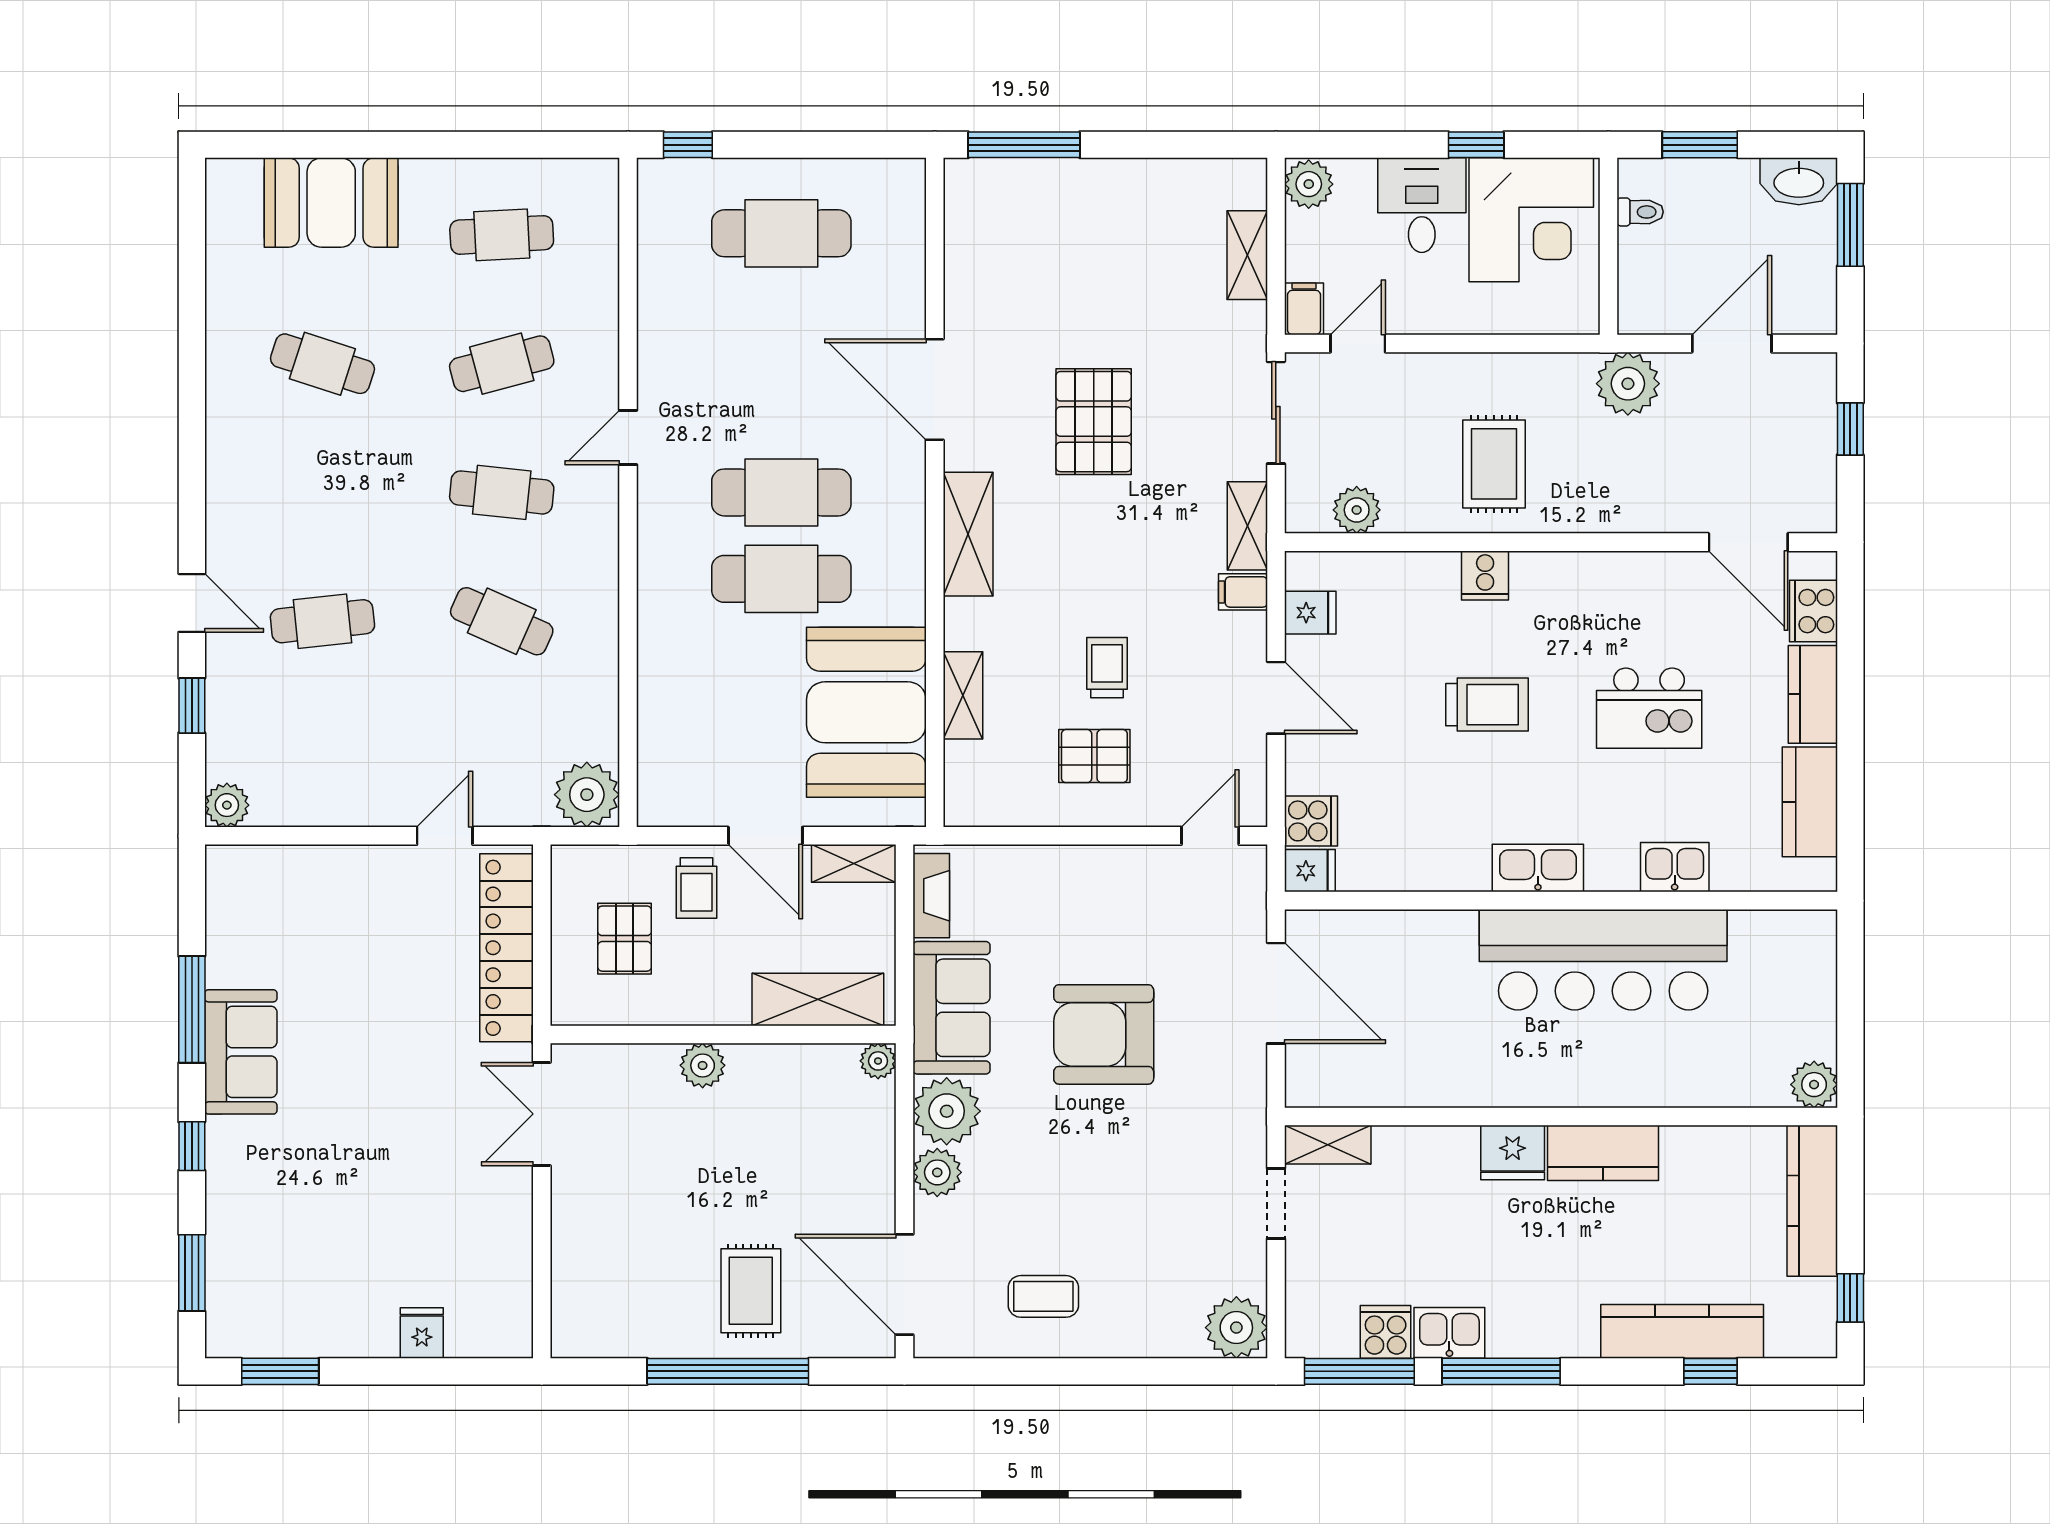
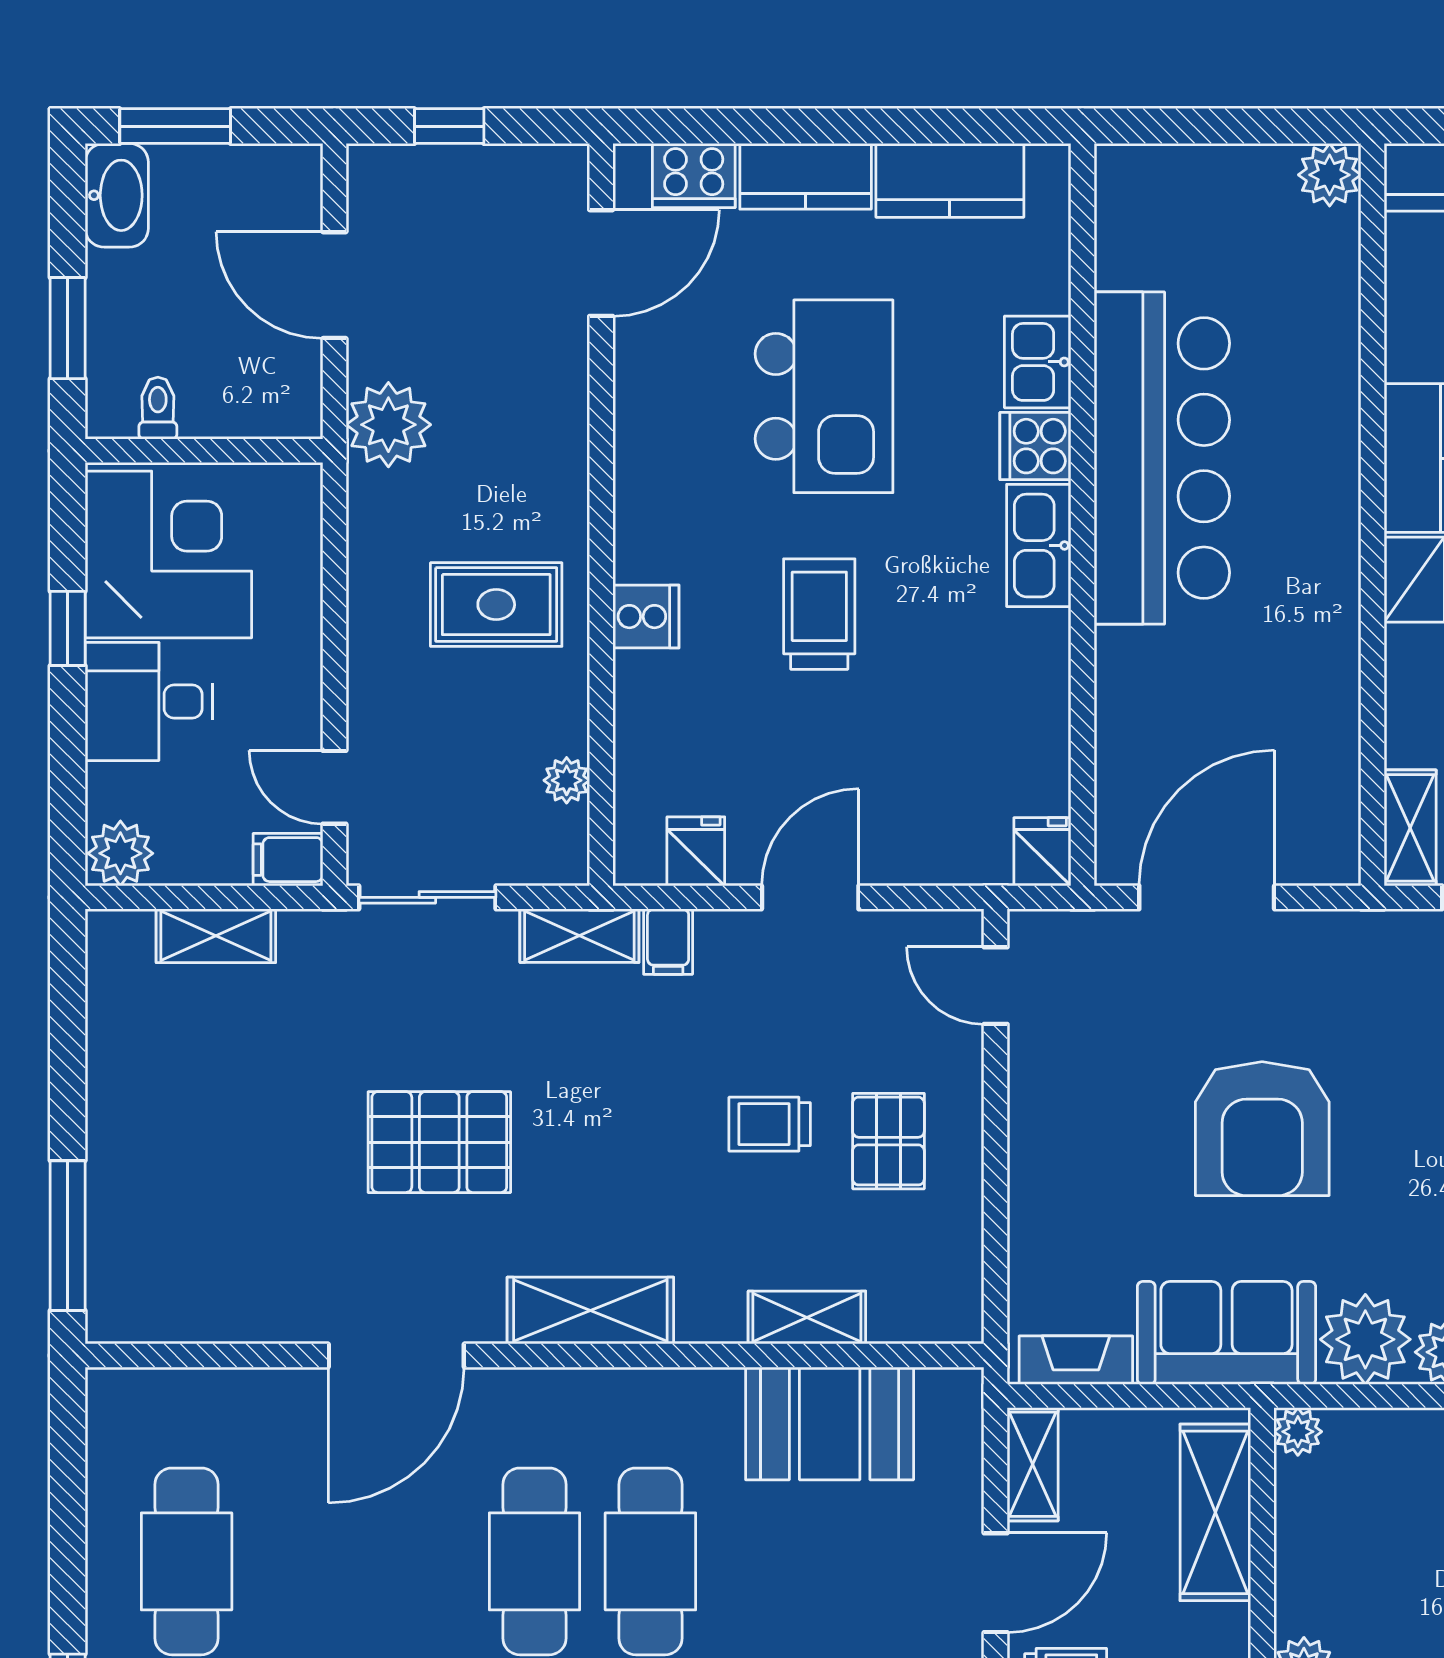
plant: (1357, 510) -> (567, 780), width x0.73, depth x0.73
kitchen island: (1649, 708) -> (824, 396), width x1.37, depth x1.28
booth: (866, 712) -> (830, 1423), width x0.73, depth x0.70
cooker: (1311, 821) -> (1035, 446), moved, turned -90

